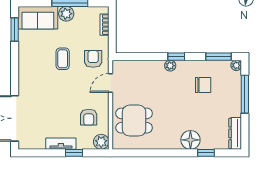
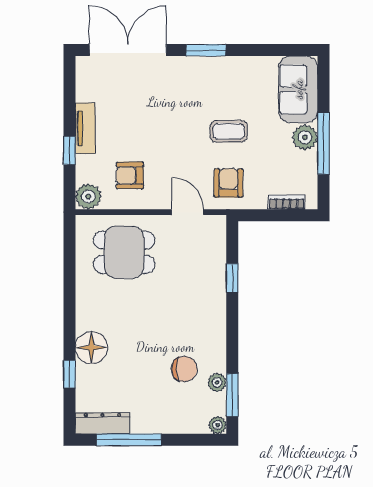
window: (15, 30) -> (206, 50), moved
window: (176, 57) -> (232, 278), moved
armchair: (93, 59) -> (228, 183), turned -90
plant: (170, 66) -> (217, 382), moved
chair: (203, 85) -> (184, 369), turned -90
window: (245, 94) -> (129, 440), moved
dining table: (134, 121) -> (124, 252), turned 90

